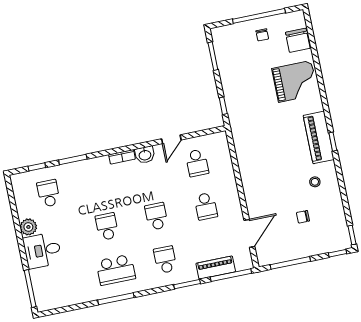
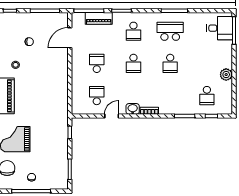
desk: (42, 250) -> (220, 28), moved

